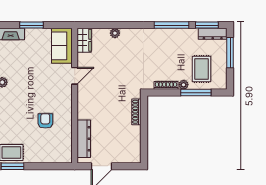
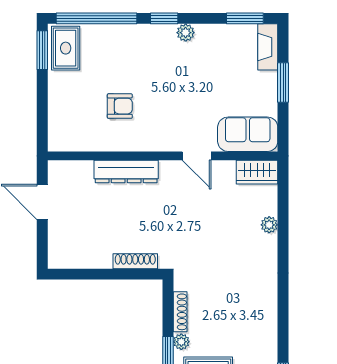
window: (172, 25) -> (283, 321), removed
dresser: (84, 139) -> (126, 172), moved

